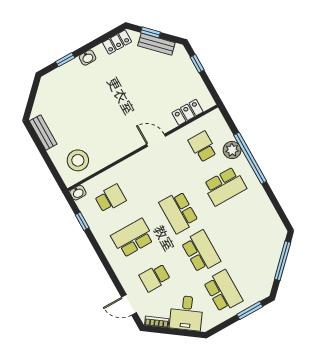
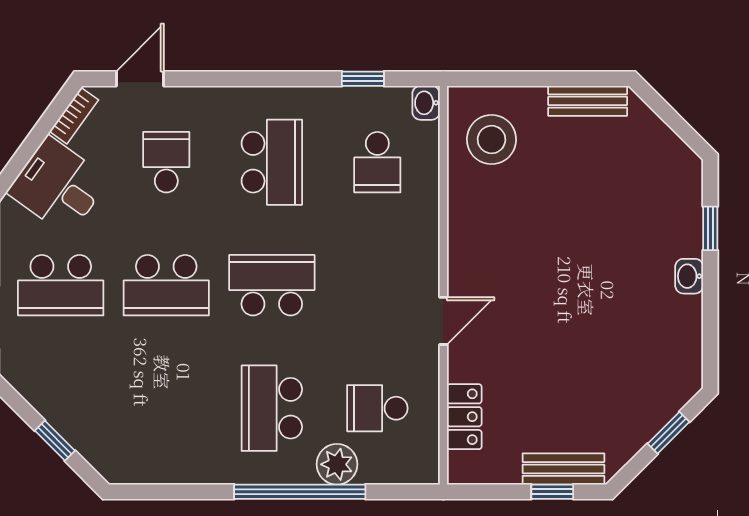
locker: (117, 42) -> (687, 354), removed
bench: (156, 44) -> (563, 469), moved, turned 45
school desk: (203, 147) -> (377, 408), turned 180
window: (283, 261) -> (55, 441), width x0.46

